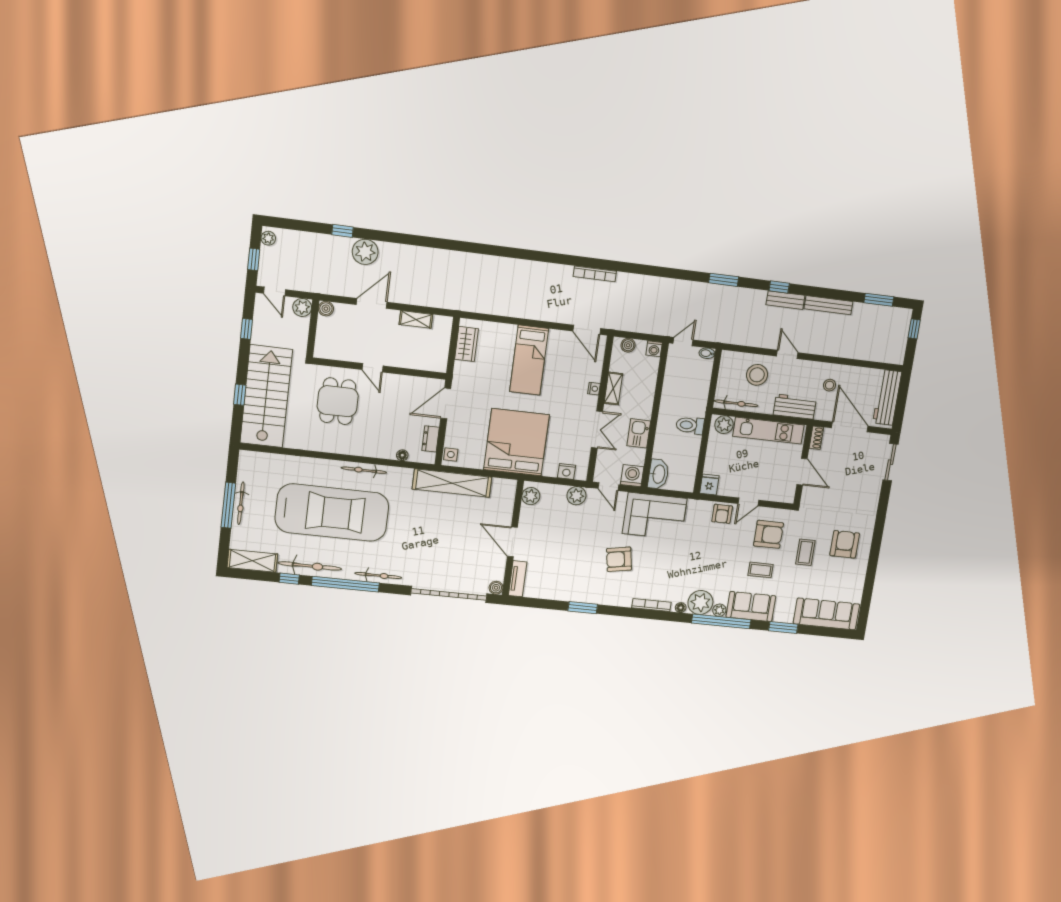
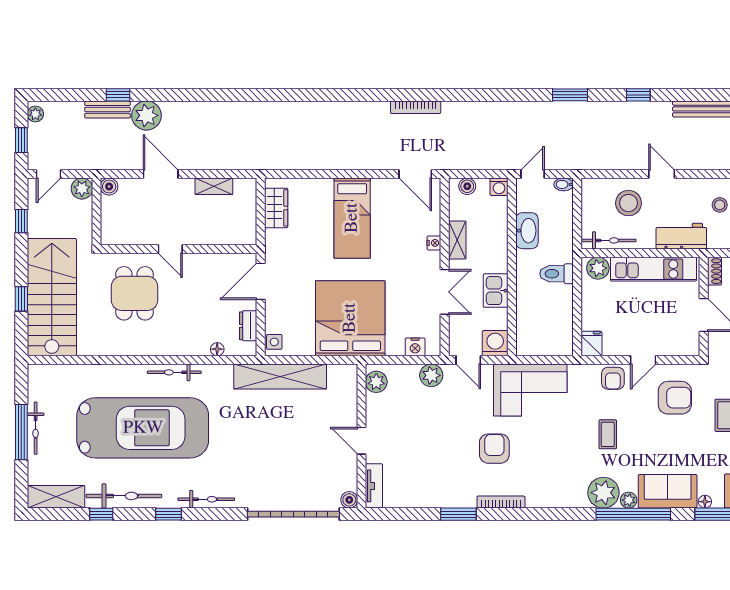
door: (274, 291) -> (49, 174), hinge flipped
bench: (785, 300) -> (107, 109), moved
door: (372, 303) -> (161, 174), hinge flipped
washbasin: (658, 474) -> (527, 231), moved
door: (512, 542) -> (362, 441), width x0.73
armchair: (619, 559) -> (494, 449), turned 100
coffee table: (761, 570) -> (608, 434), moved, turned 90
window: (345, 584) -> (168, 514), width x0.32
bookcase: (651, 605) -> (501, 502), moved
floor lamp: (681, 608) -> (705, 502), moved

